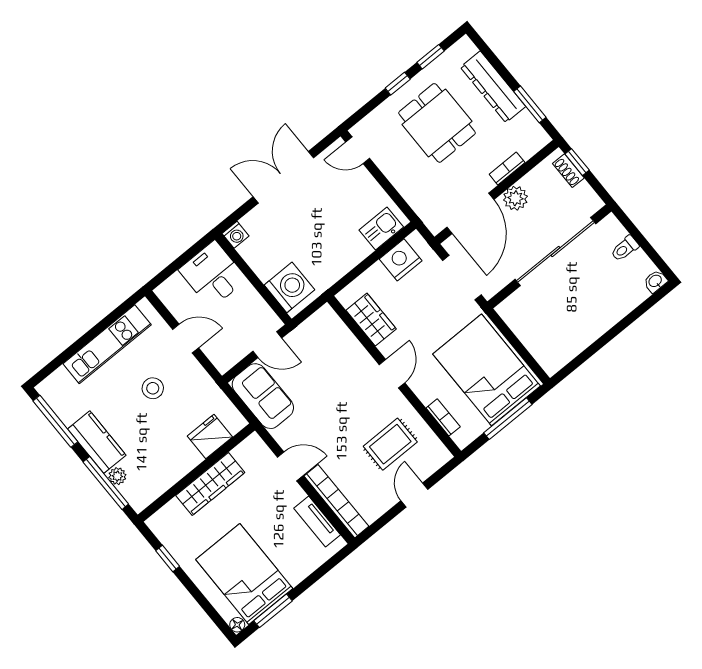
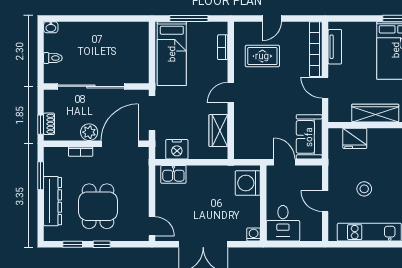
bed: (487, 370) -> (172, 54), width x0.67

